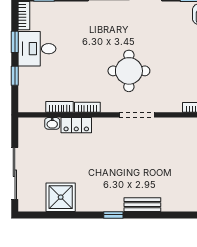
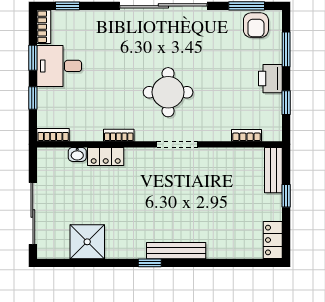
bookcase: (60, 107) -> (53, 135), moved
bench: (142, 205) -> (176, 251), width x1.36

